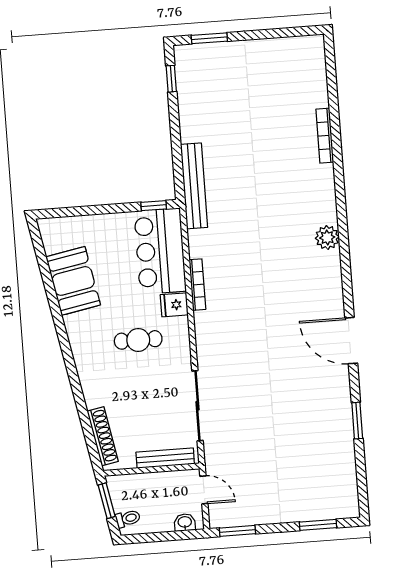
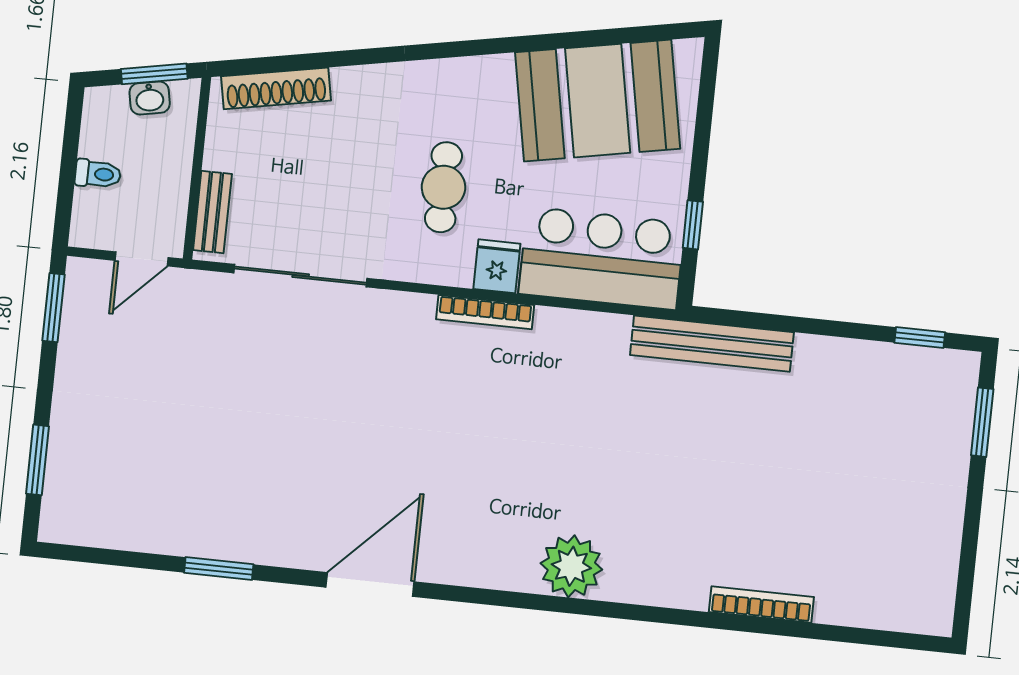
window: (154, 206) -> (693, 225), moved
plant: (327, 238) -> (571, 566), width x1.36, depth x1.36
booth: (73, 281) -> (598, 101), width x1.36, depth x1.42
bookcase: (197, 285) -> (485, 312), moved
bench: (165, 458) -> (212, 212), width x0.73
toilet: (128, 519) -> (98, 174), moved, turned -79
washbasin: (185, 522) -> (150, 98), moved, turned 79

